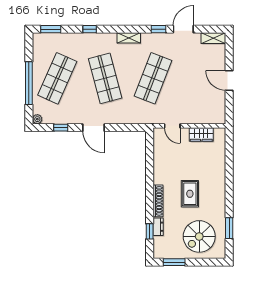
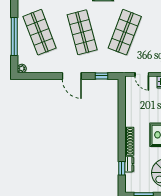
shop shelf: (57, 78) -> (40, 32), turned -45
window: (61, 128) -> (101, 76), moved

